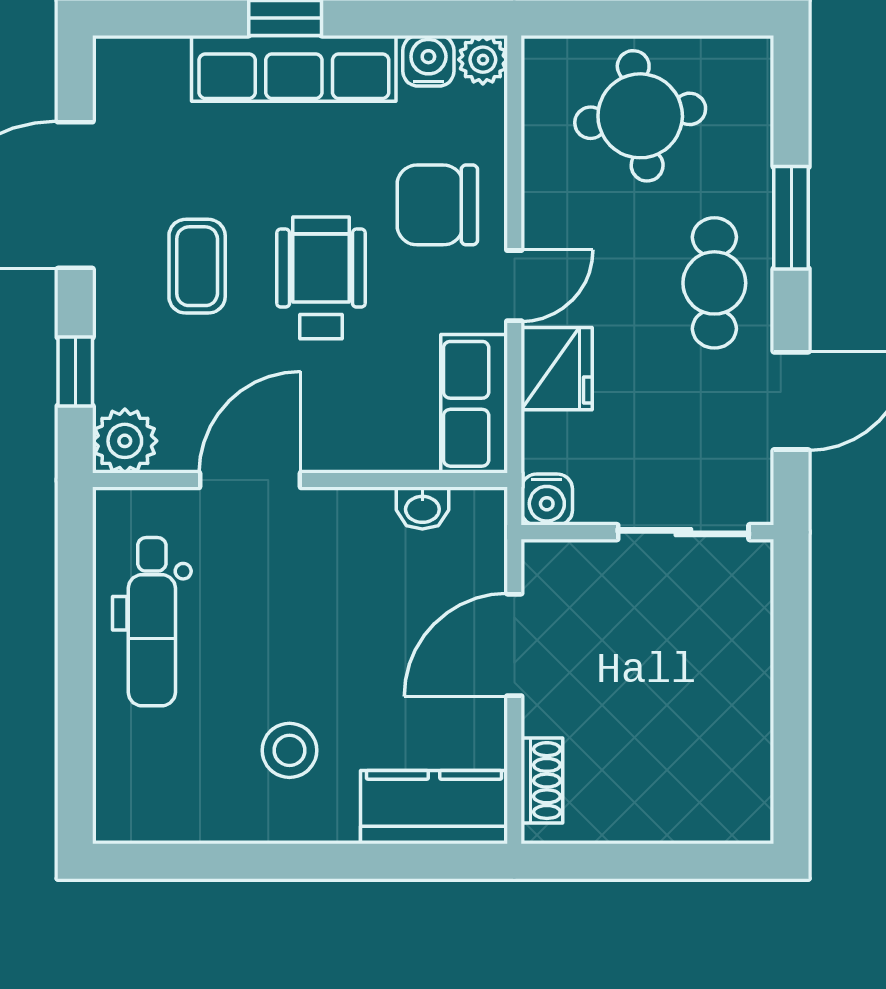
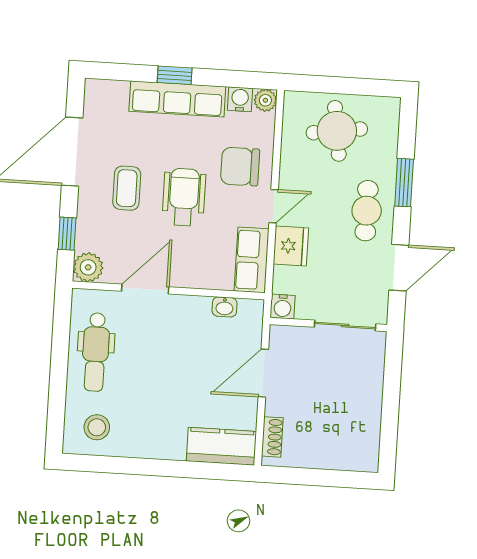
stool: (289, 750) -> (97, 427), moved

